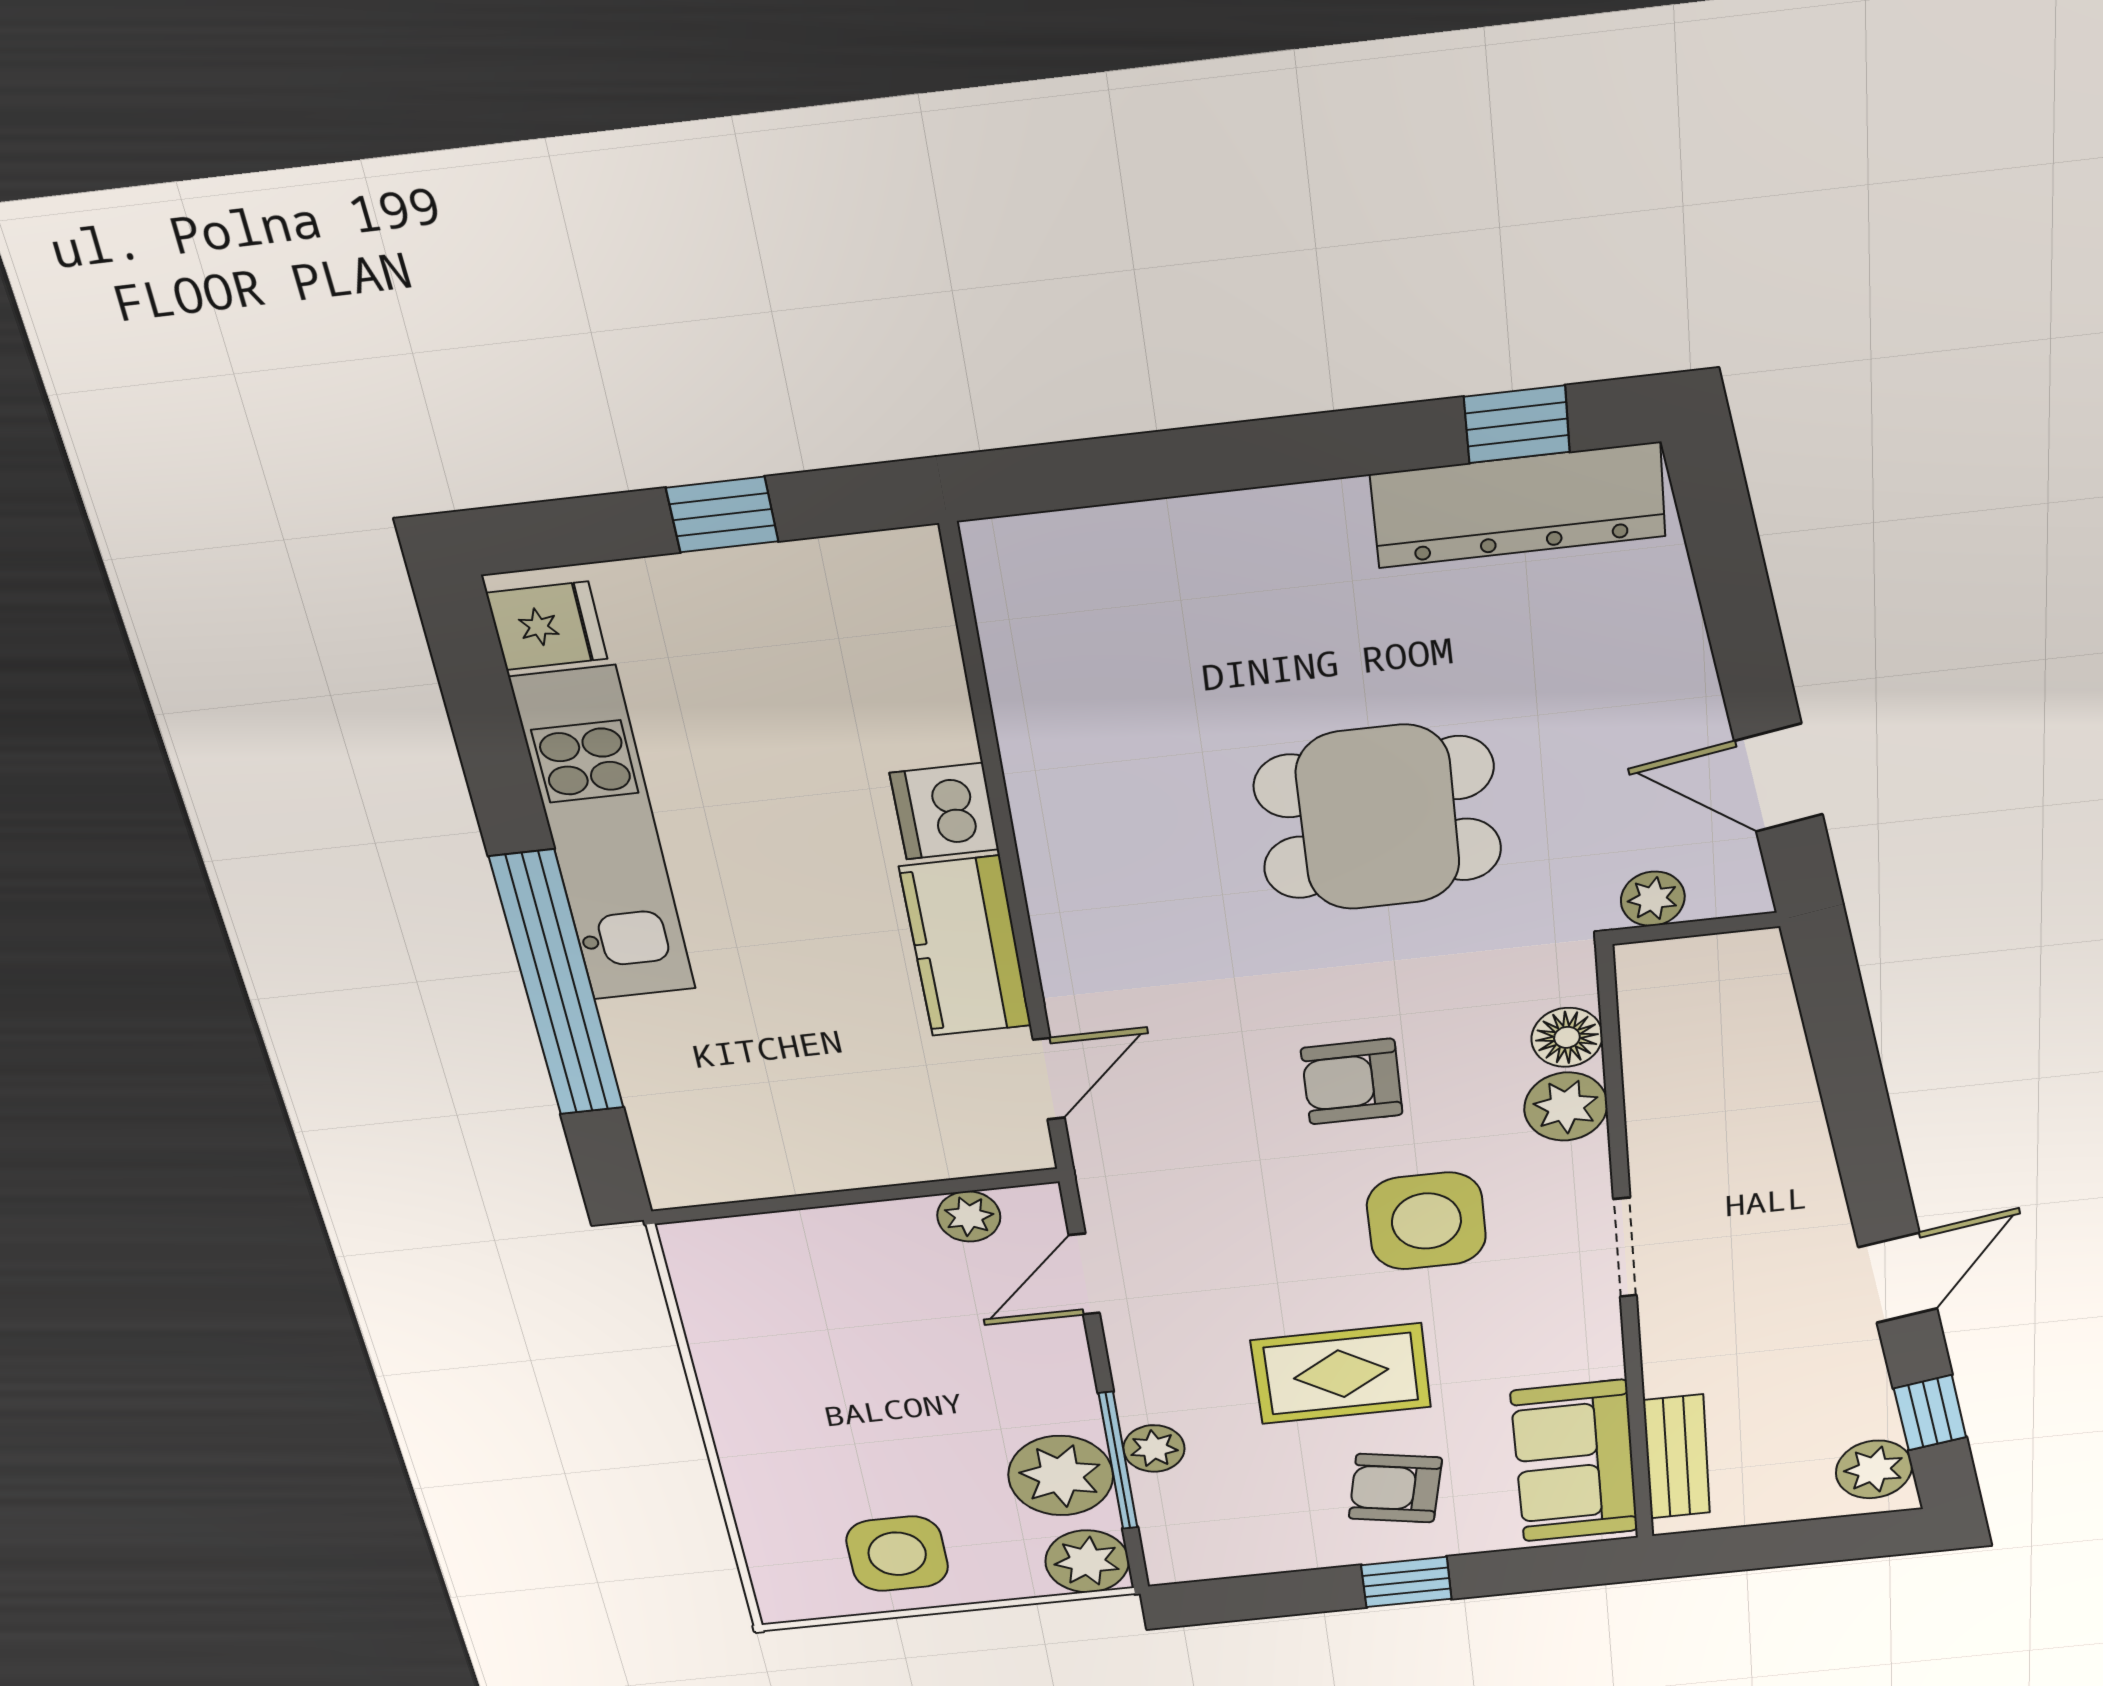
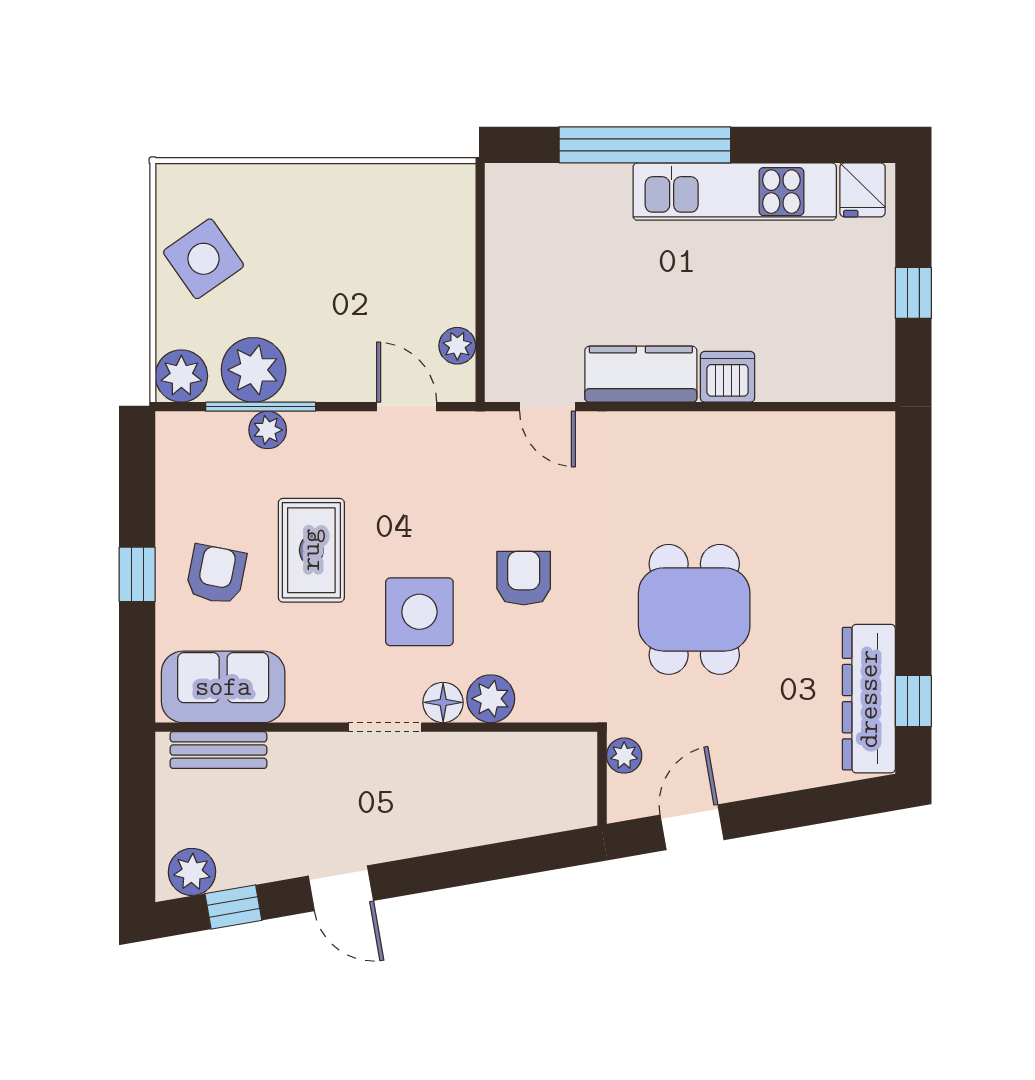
floor lamp: (1567, 1037) -> (443, 702), moved
side table: (897, 1554) -> (203, 259), turned -35

